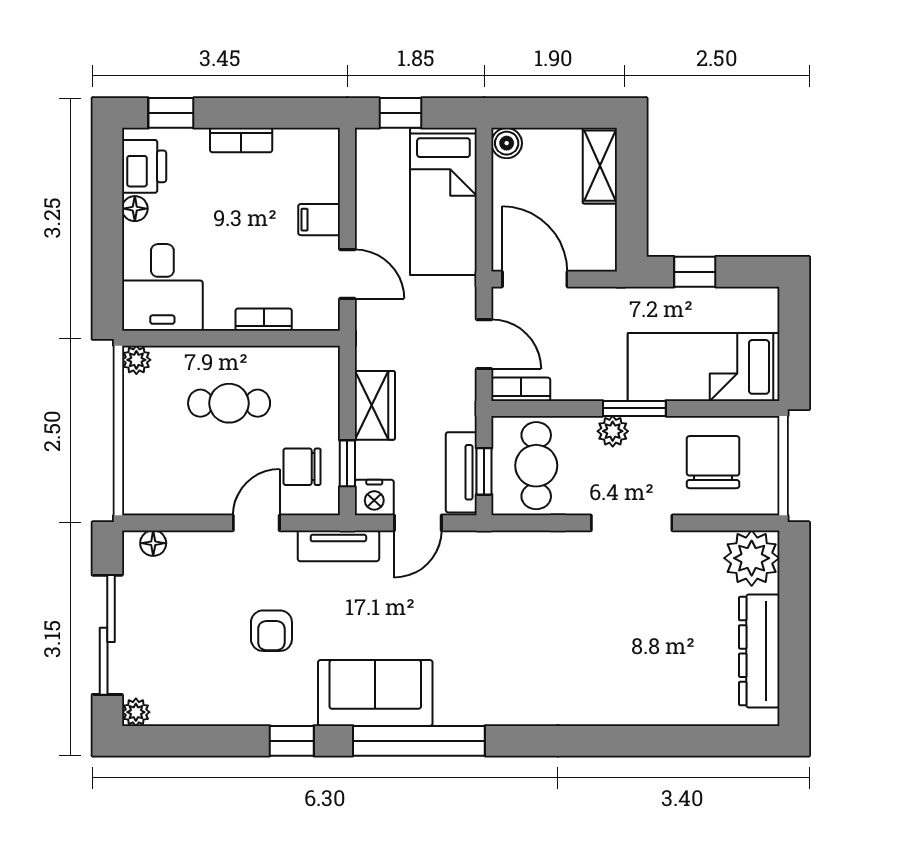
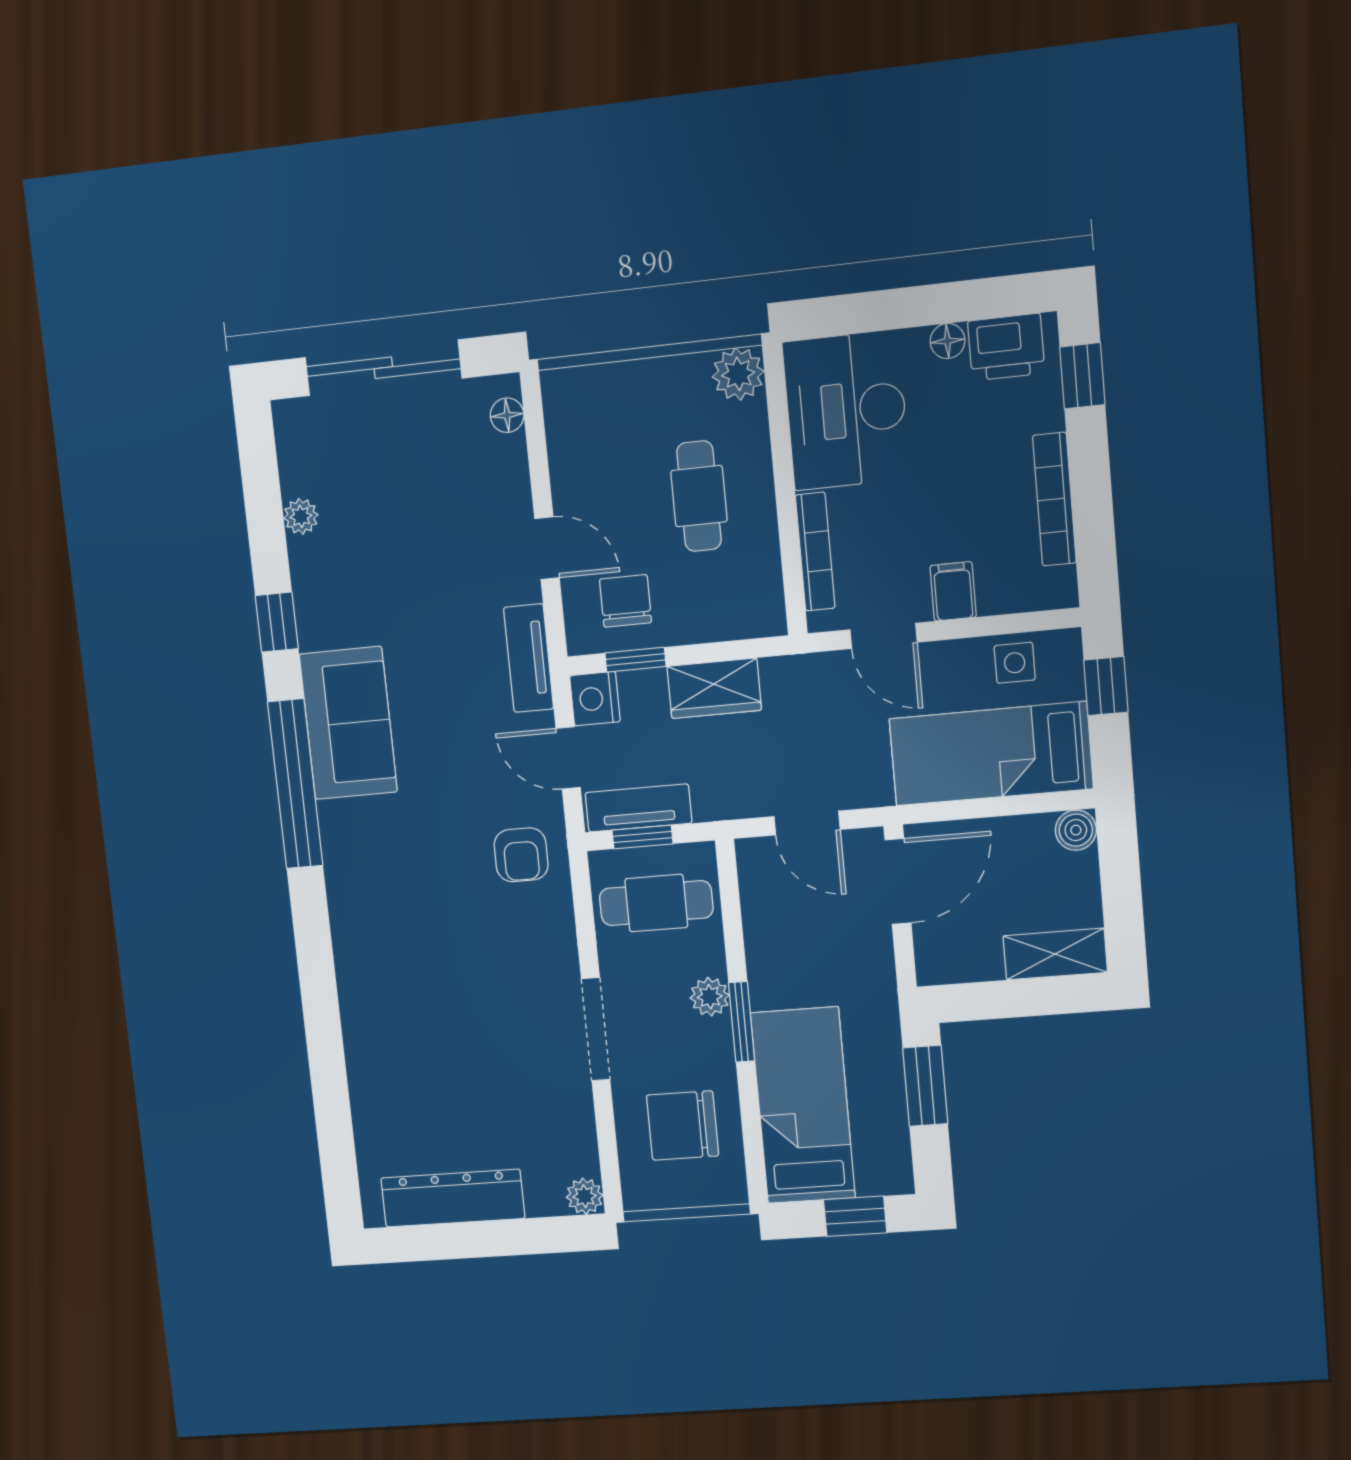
bookcase: (241, 140) -> (1054, 499), width x1.56
side table: (377, 179) -> (1015, 663), added
window: (695, 272) -> (925, 1086), width x1.50
door: (347, 274) -> (884, 636), hinge flipped
desk: (162, 287) -> (846, 410), width x1.37
bookcase: (264, 320) -> (815, 552), width x1.56
window: (794, 334) -> (855, 1216), added
door: (484, 344) -> (807, 823), hinge flipped
plant: (136, 360) -> (738, 374), width x1.38, depth x1.38
bookcase: (521, 389) -> (753, 875), removed
chair: (713, 462) -> (683, 1126), turned 180
plant: (752, 558) -> (585, 1196), width x0.53, depth x0.53
armchair: (271, 631) -> (521, 855), moved, turned -90
plant: (136, 712) -> (301, 516), moved

